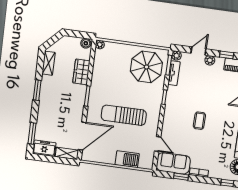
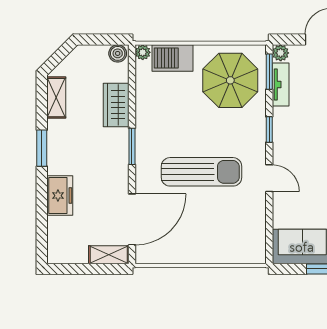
sun lounger: (124, 115) -> (202, 172), turned 180
window: (32, 133) -> (42, 227), removed
door: (158, 144) -> (269, 178), moved
freezer: (44, 148) -> (60, 196), moved, turned 90
barbecue: (127, 159) -> (172, 58), moved, turned 180

